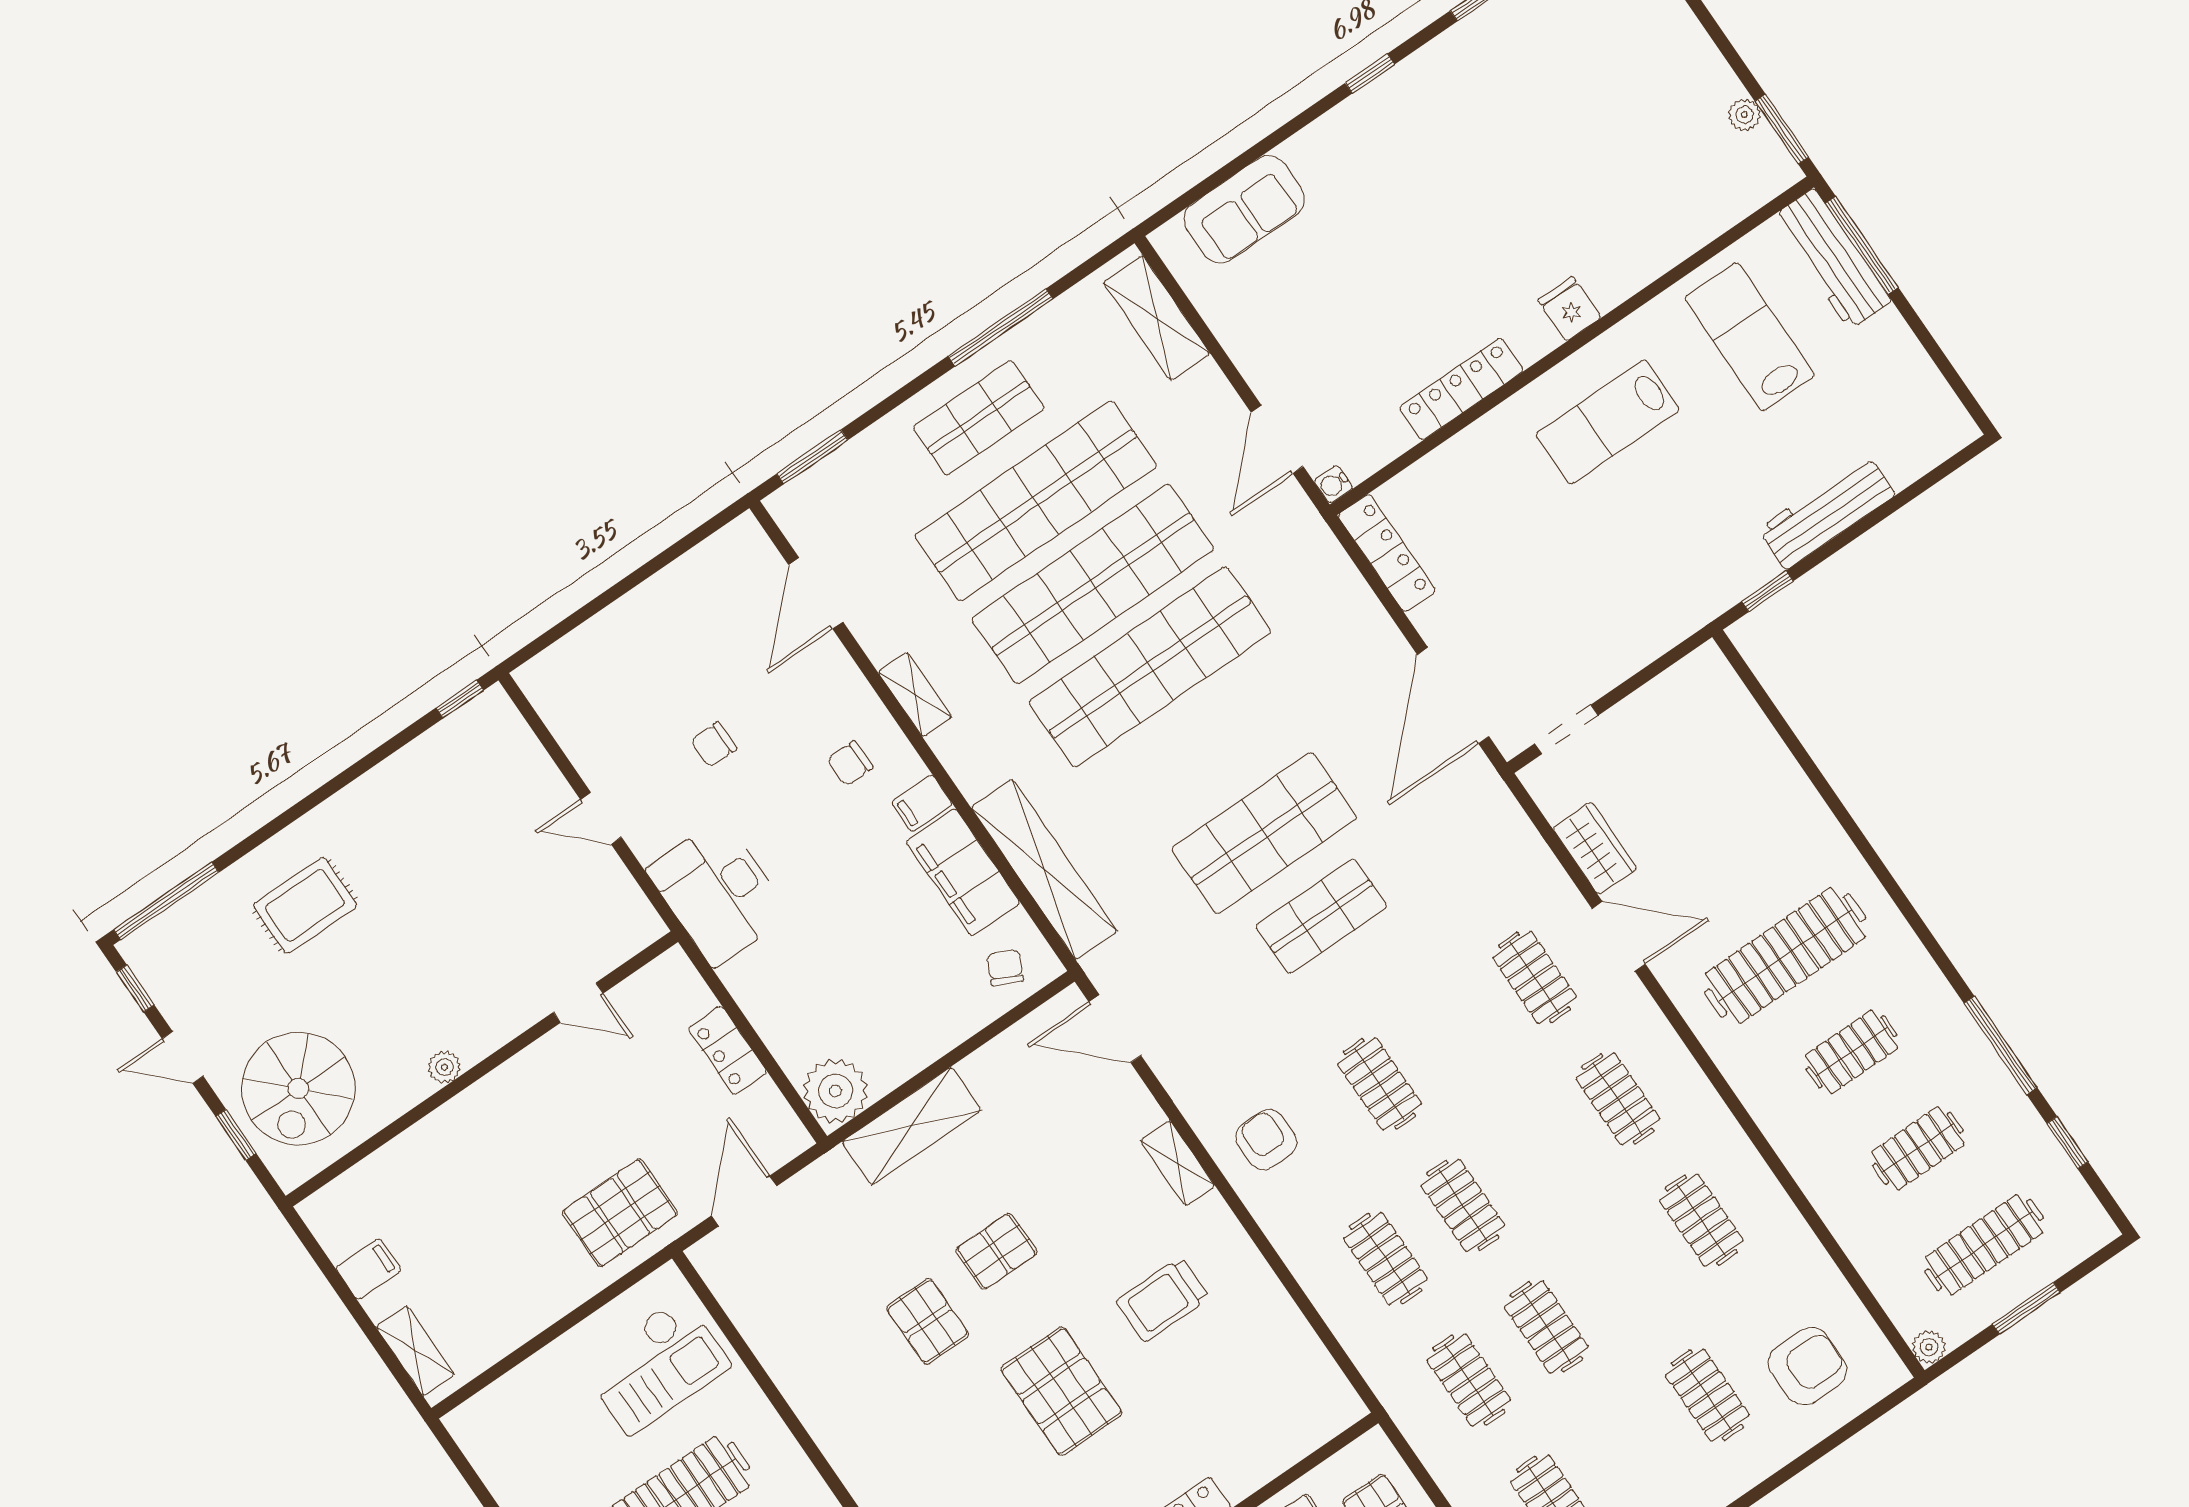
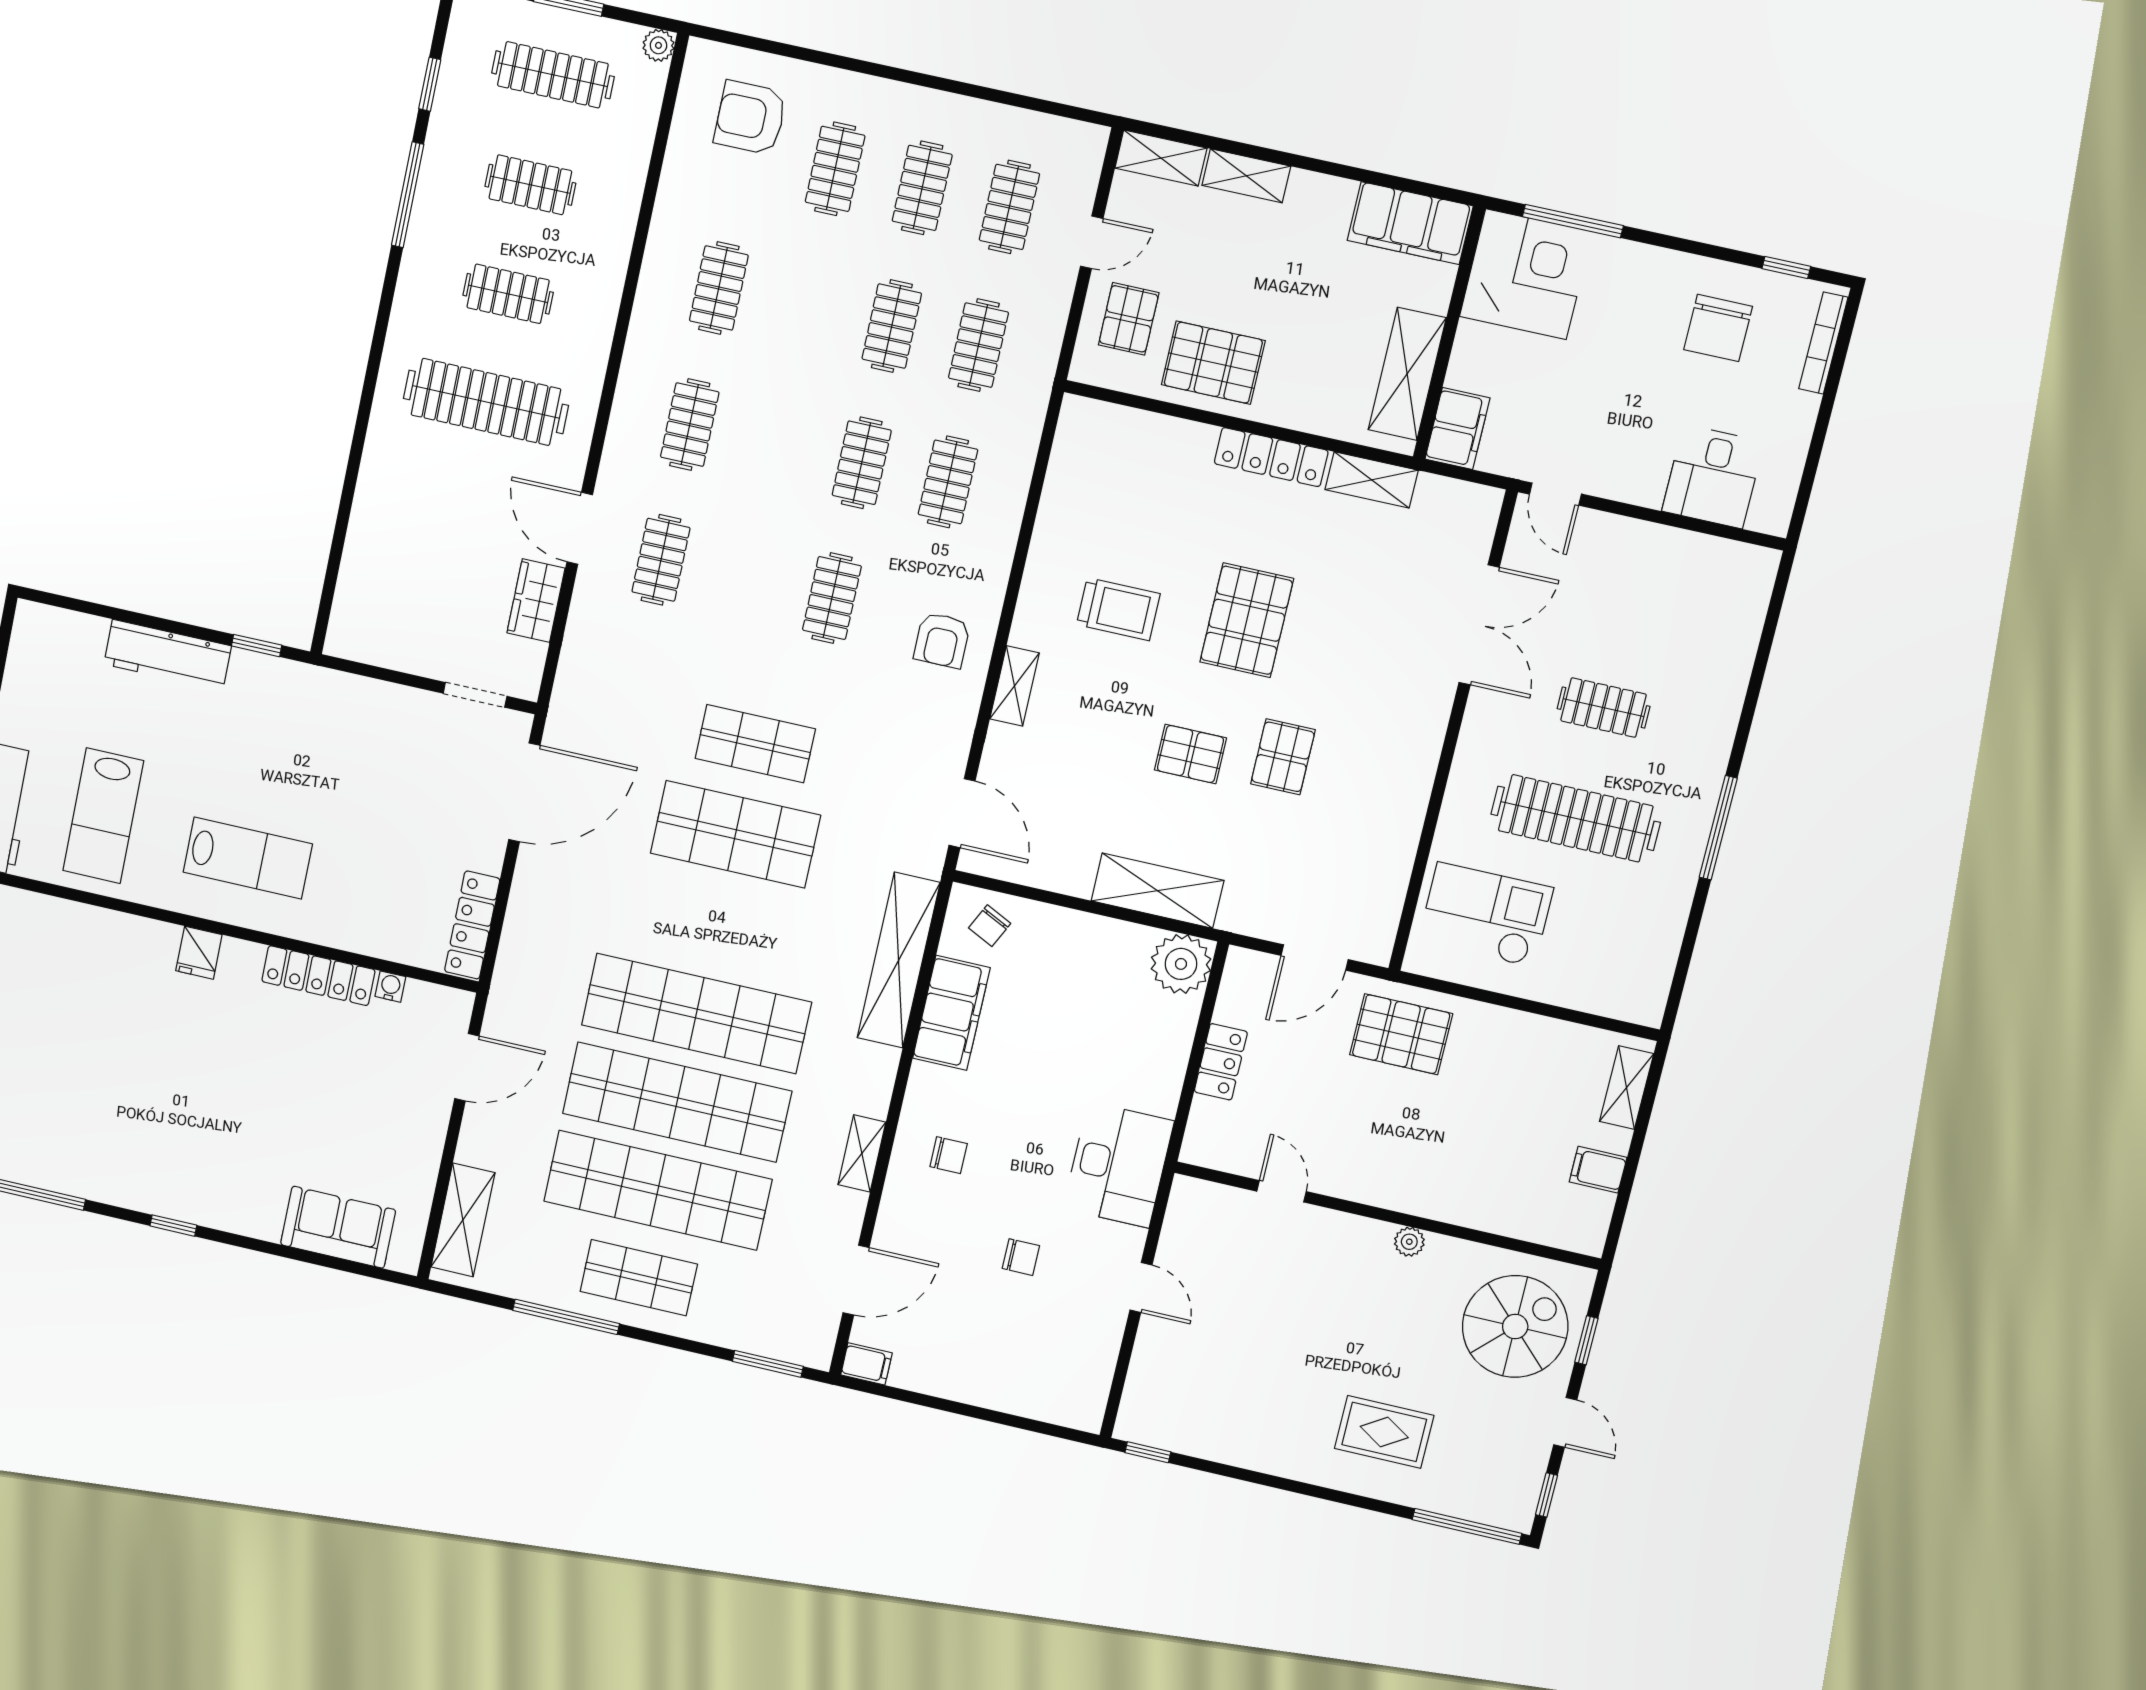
water cooler: (1333, 484) -> (390, 987), moved, turned -90
filing cabinet: (922, 803) -> (866, 1364), moved
clothes rail: (1630, 1448) -> (922, 188), added

